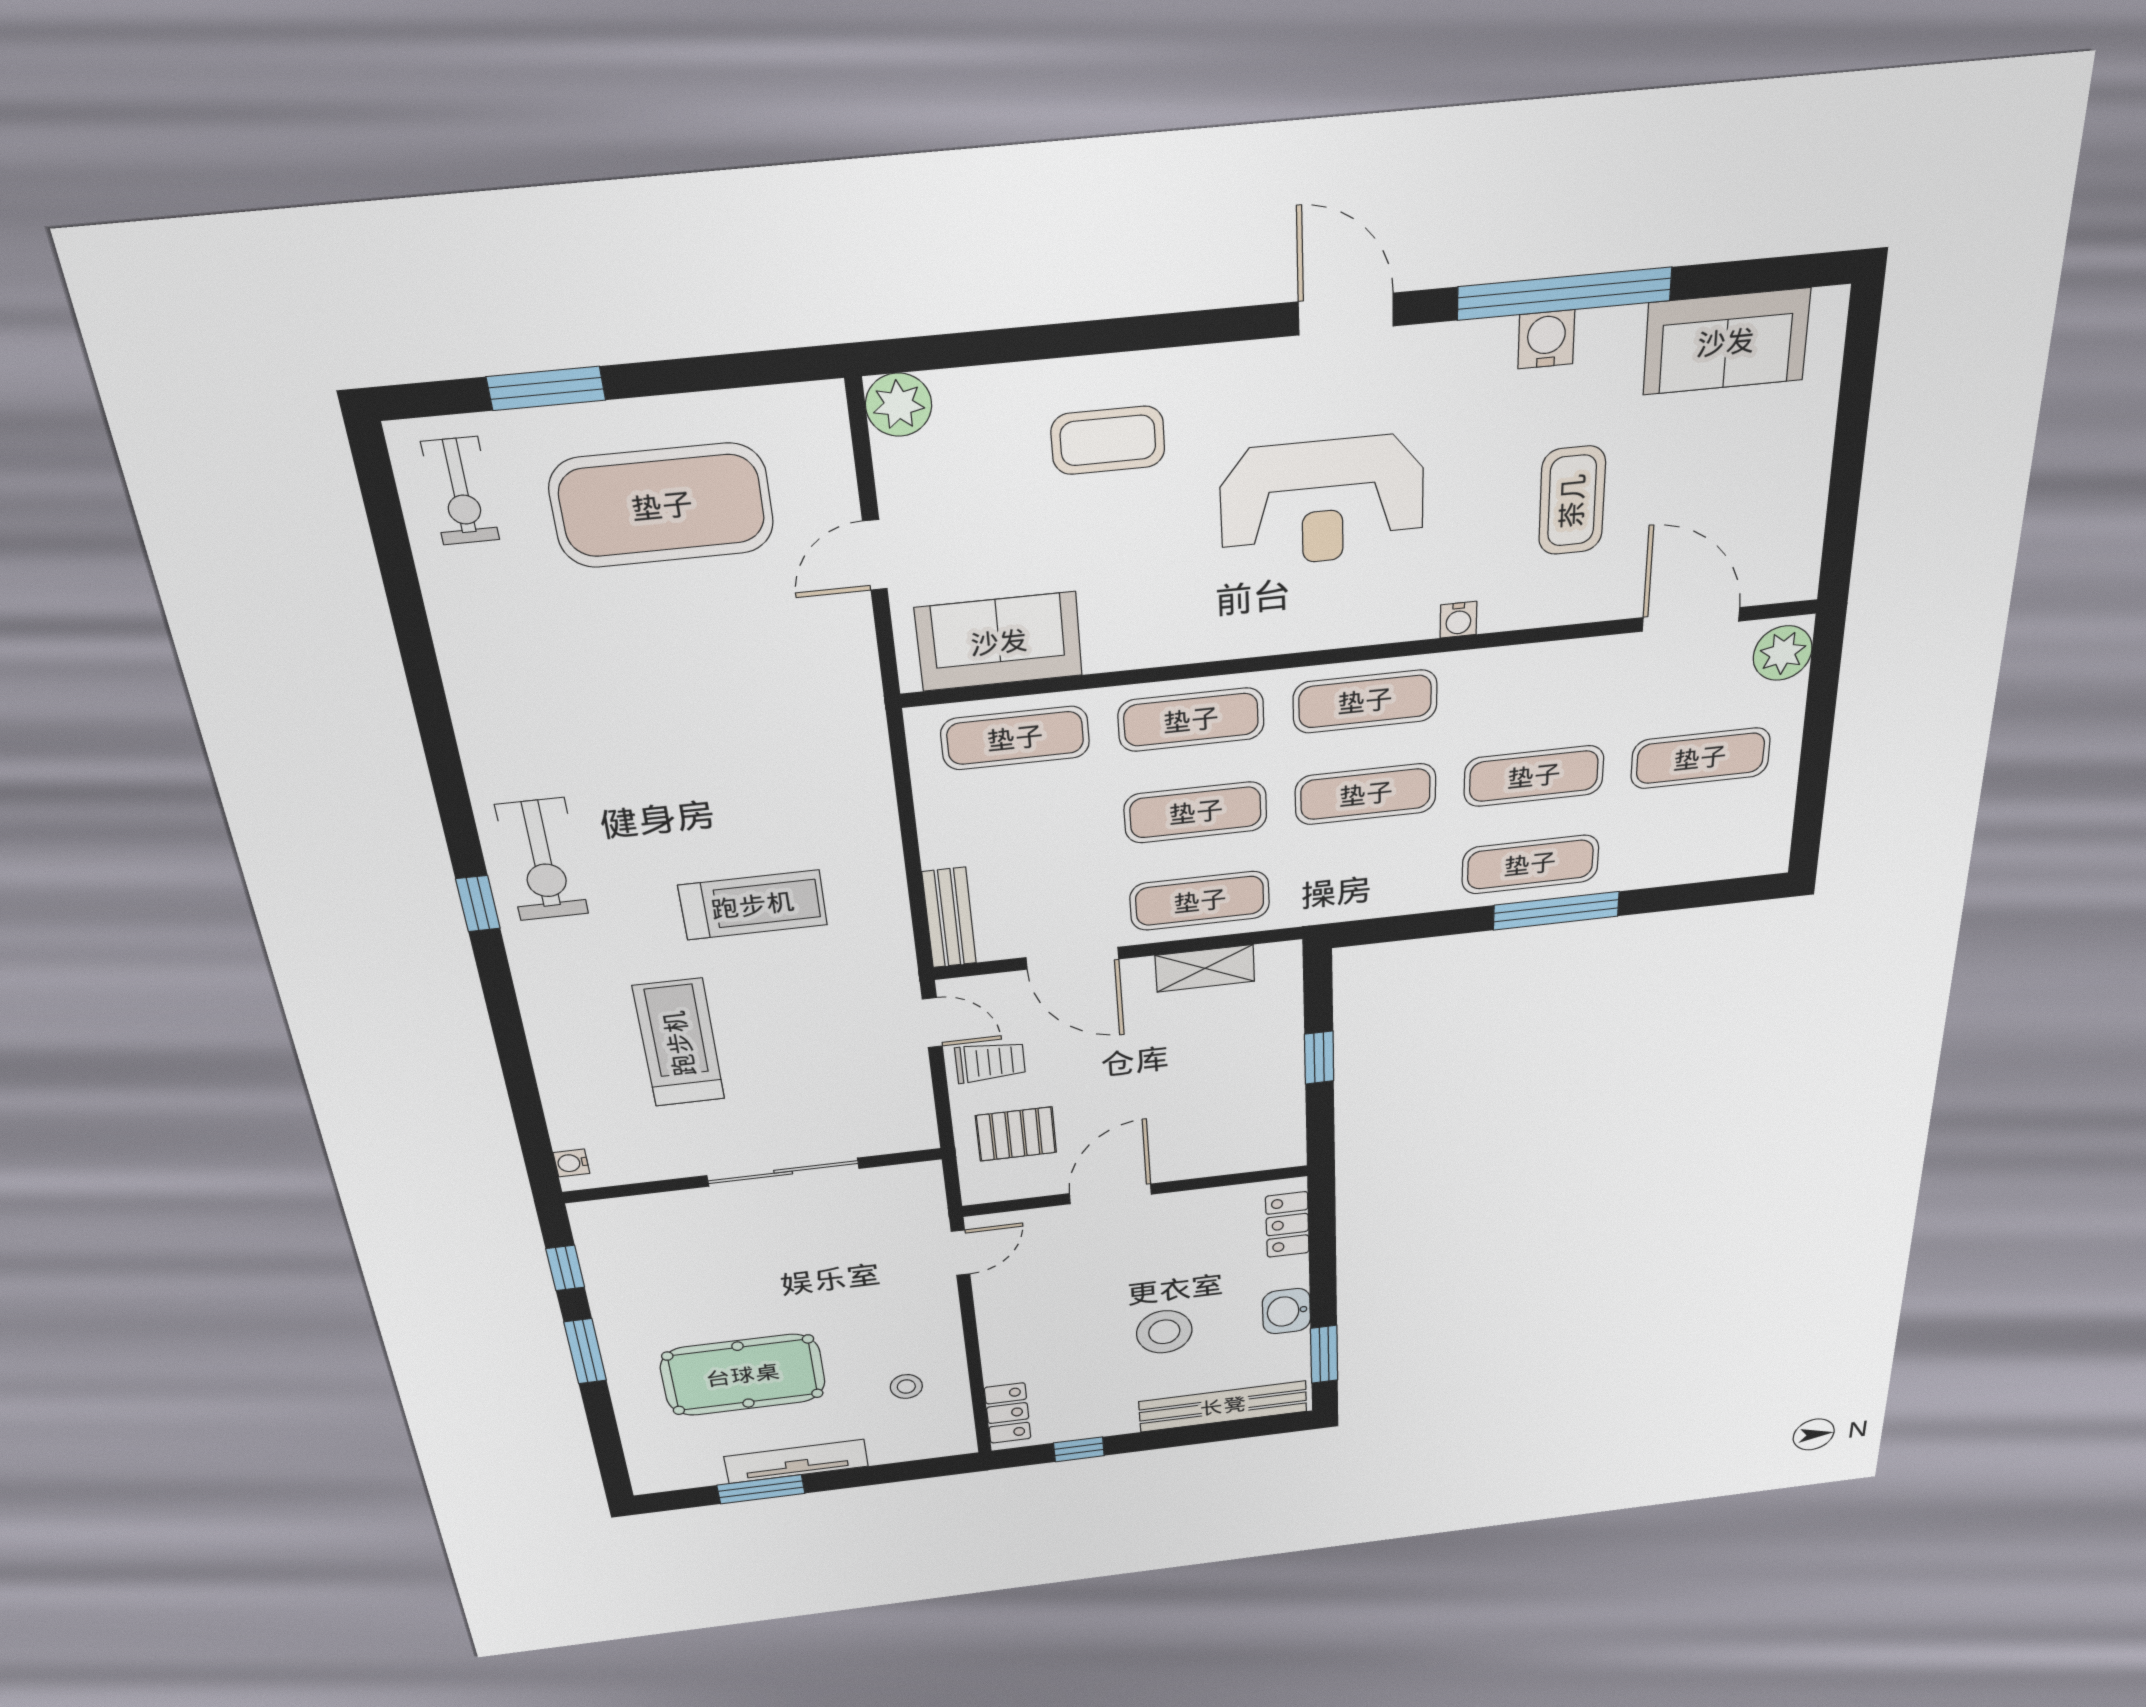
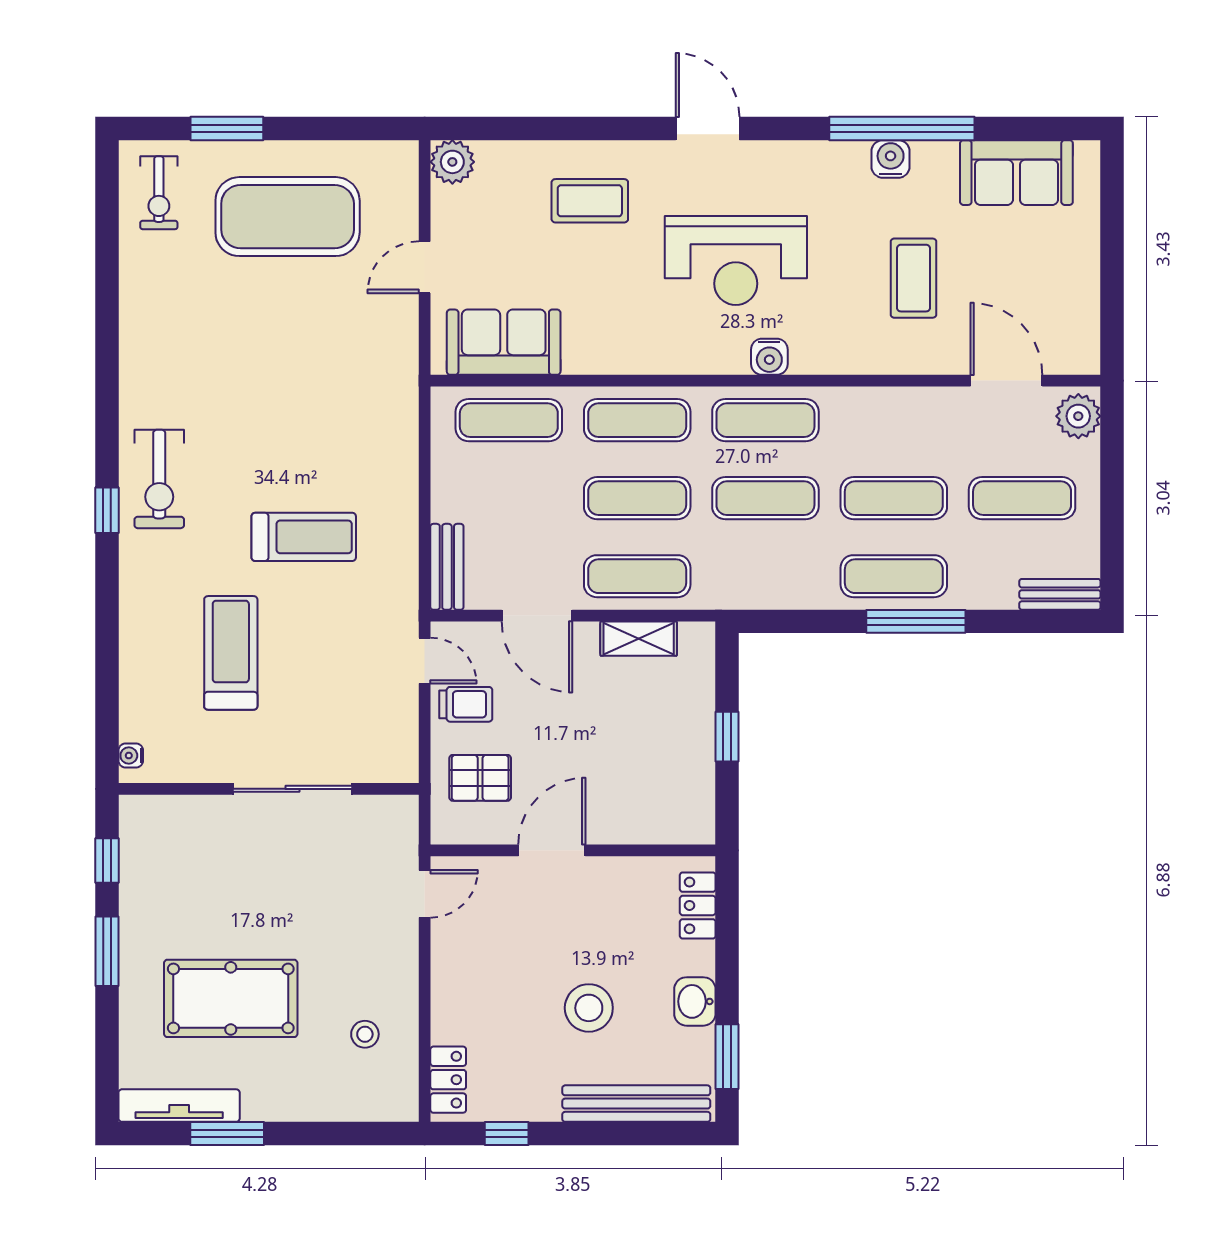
door: (1346, 314) -> (708, 128), moved
water cooler: (1458, 620) -> (769, 357), moved, width x1.38, depth x1.38
bench: (1739, 861) -> (1060, 594), added
tv unit: (796, 1461) -> (179, 1106), moved

